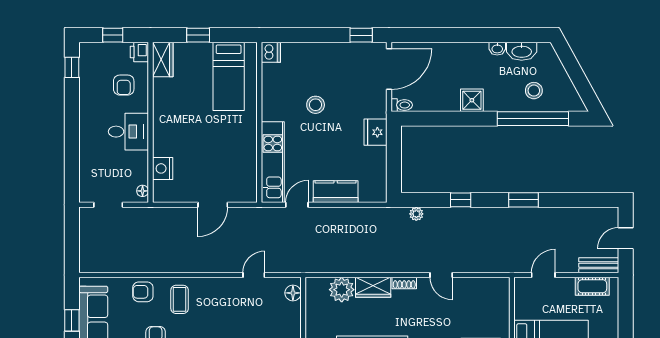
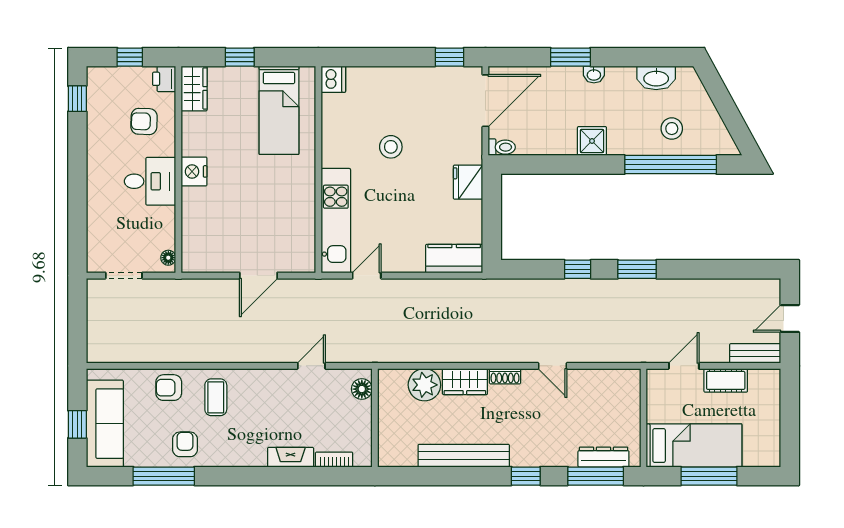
window: (455, 35) -> (570, 57), added
washbasin: (497, 49) -> (594, 75), moved
armchair: (124, 85) -> (144, 121), turned 92
nightstand: (163, 168) -> (194, 171), moved
kitchen counter: (336, 192) -> (454, 259), moved
window: (524, 200) -> (637, 269), moved
plant: (416, 214) -> (521, 287), removed
cot: (592, 286) -> (726, 380), moved

